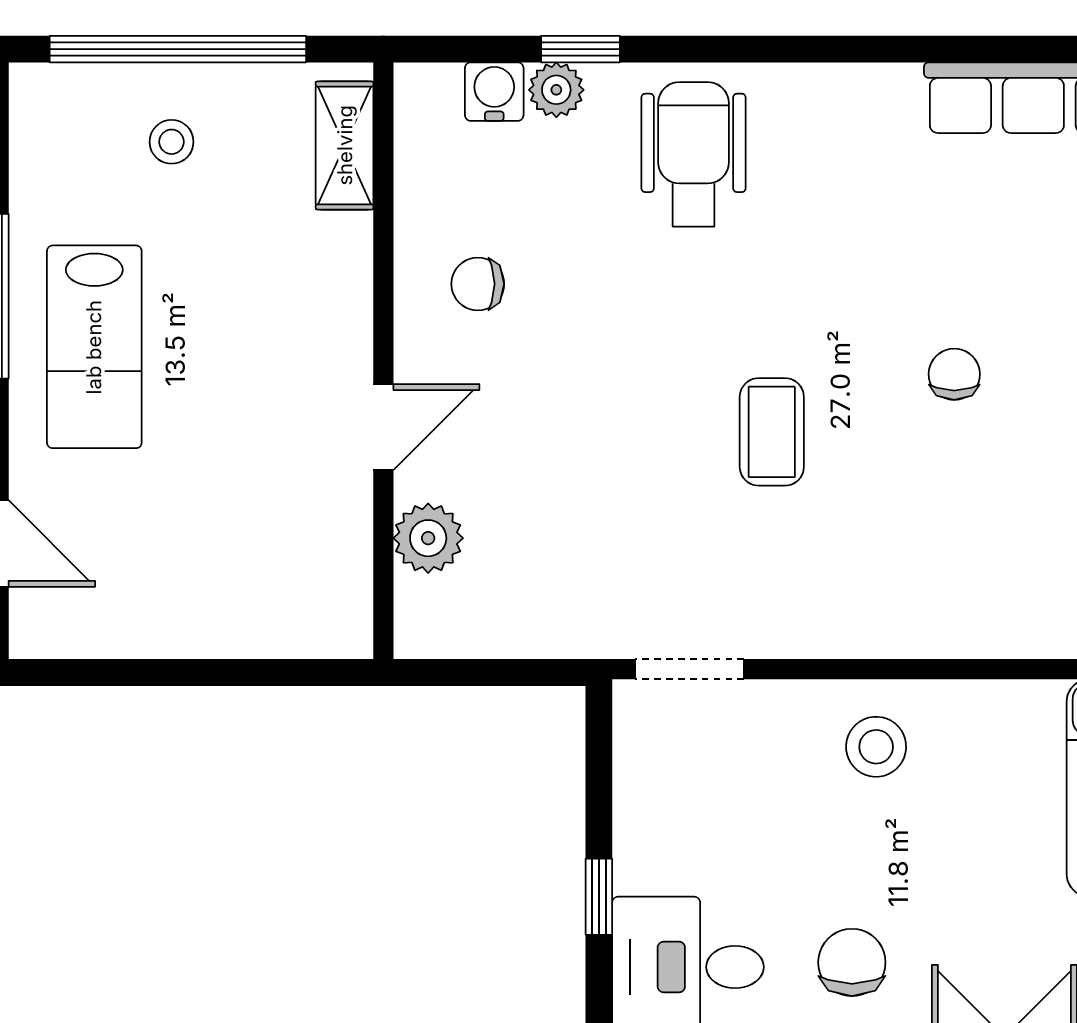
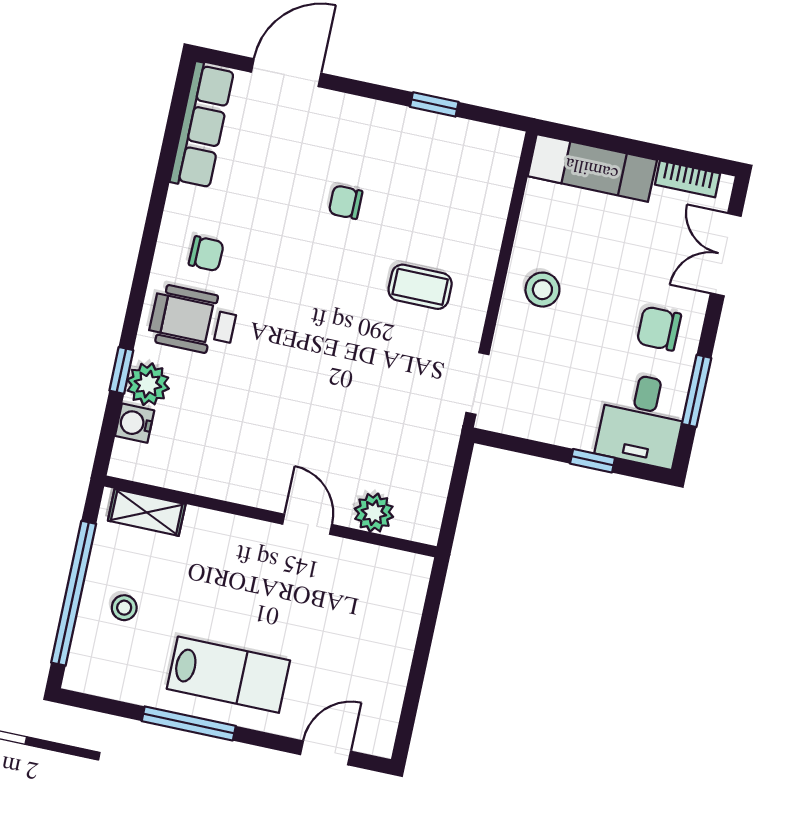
plant: (556, 90) -> (148, 384), width x1.38, depth x1.38
chair: (478, 284) -> (206, 254), moved, turned -89
coffee table: (772, 432) -> (420, 287), moved

